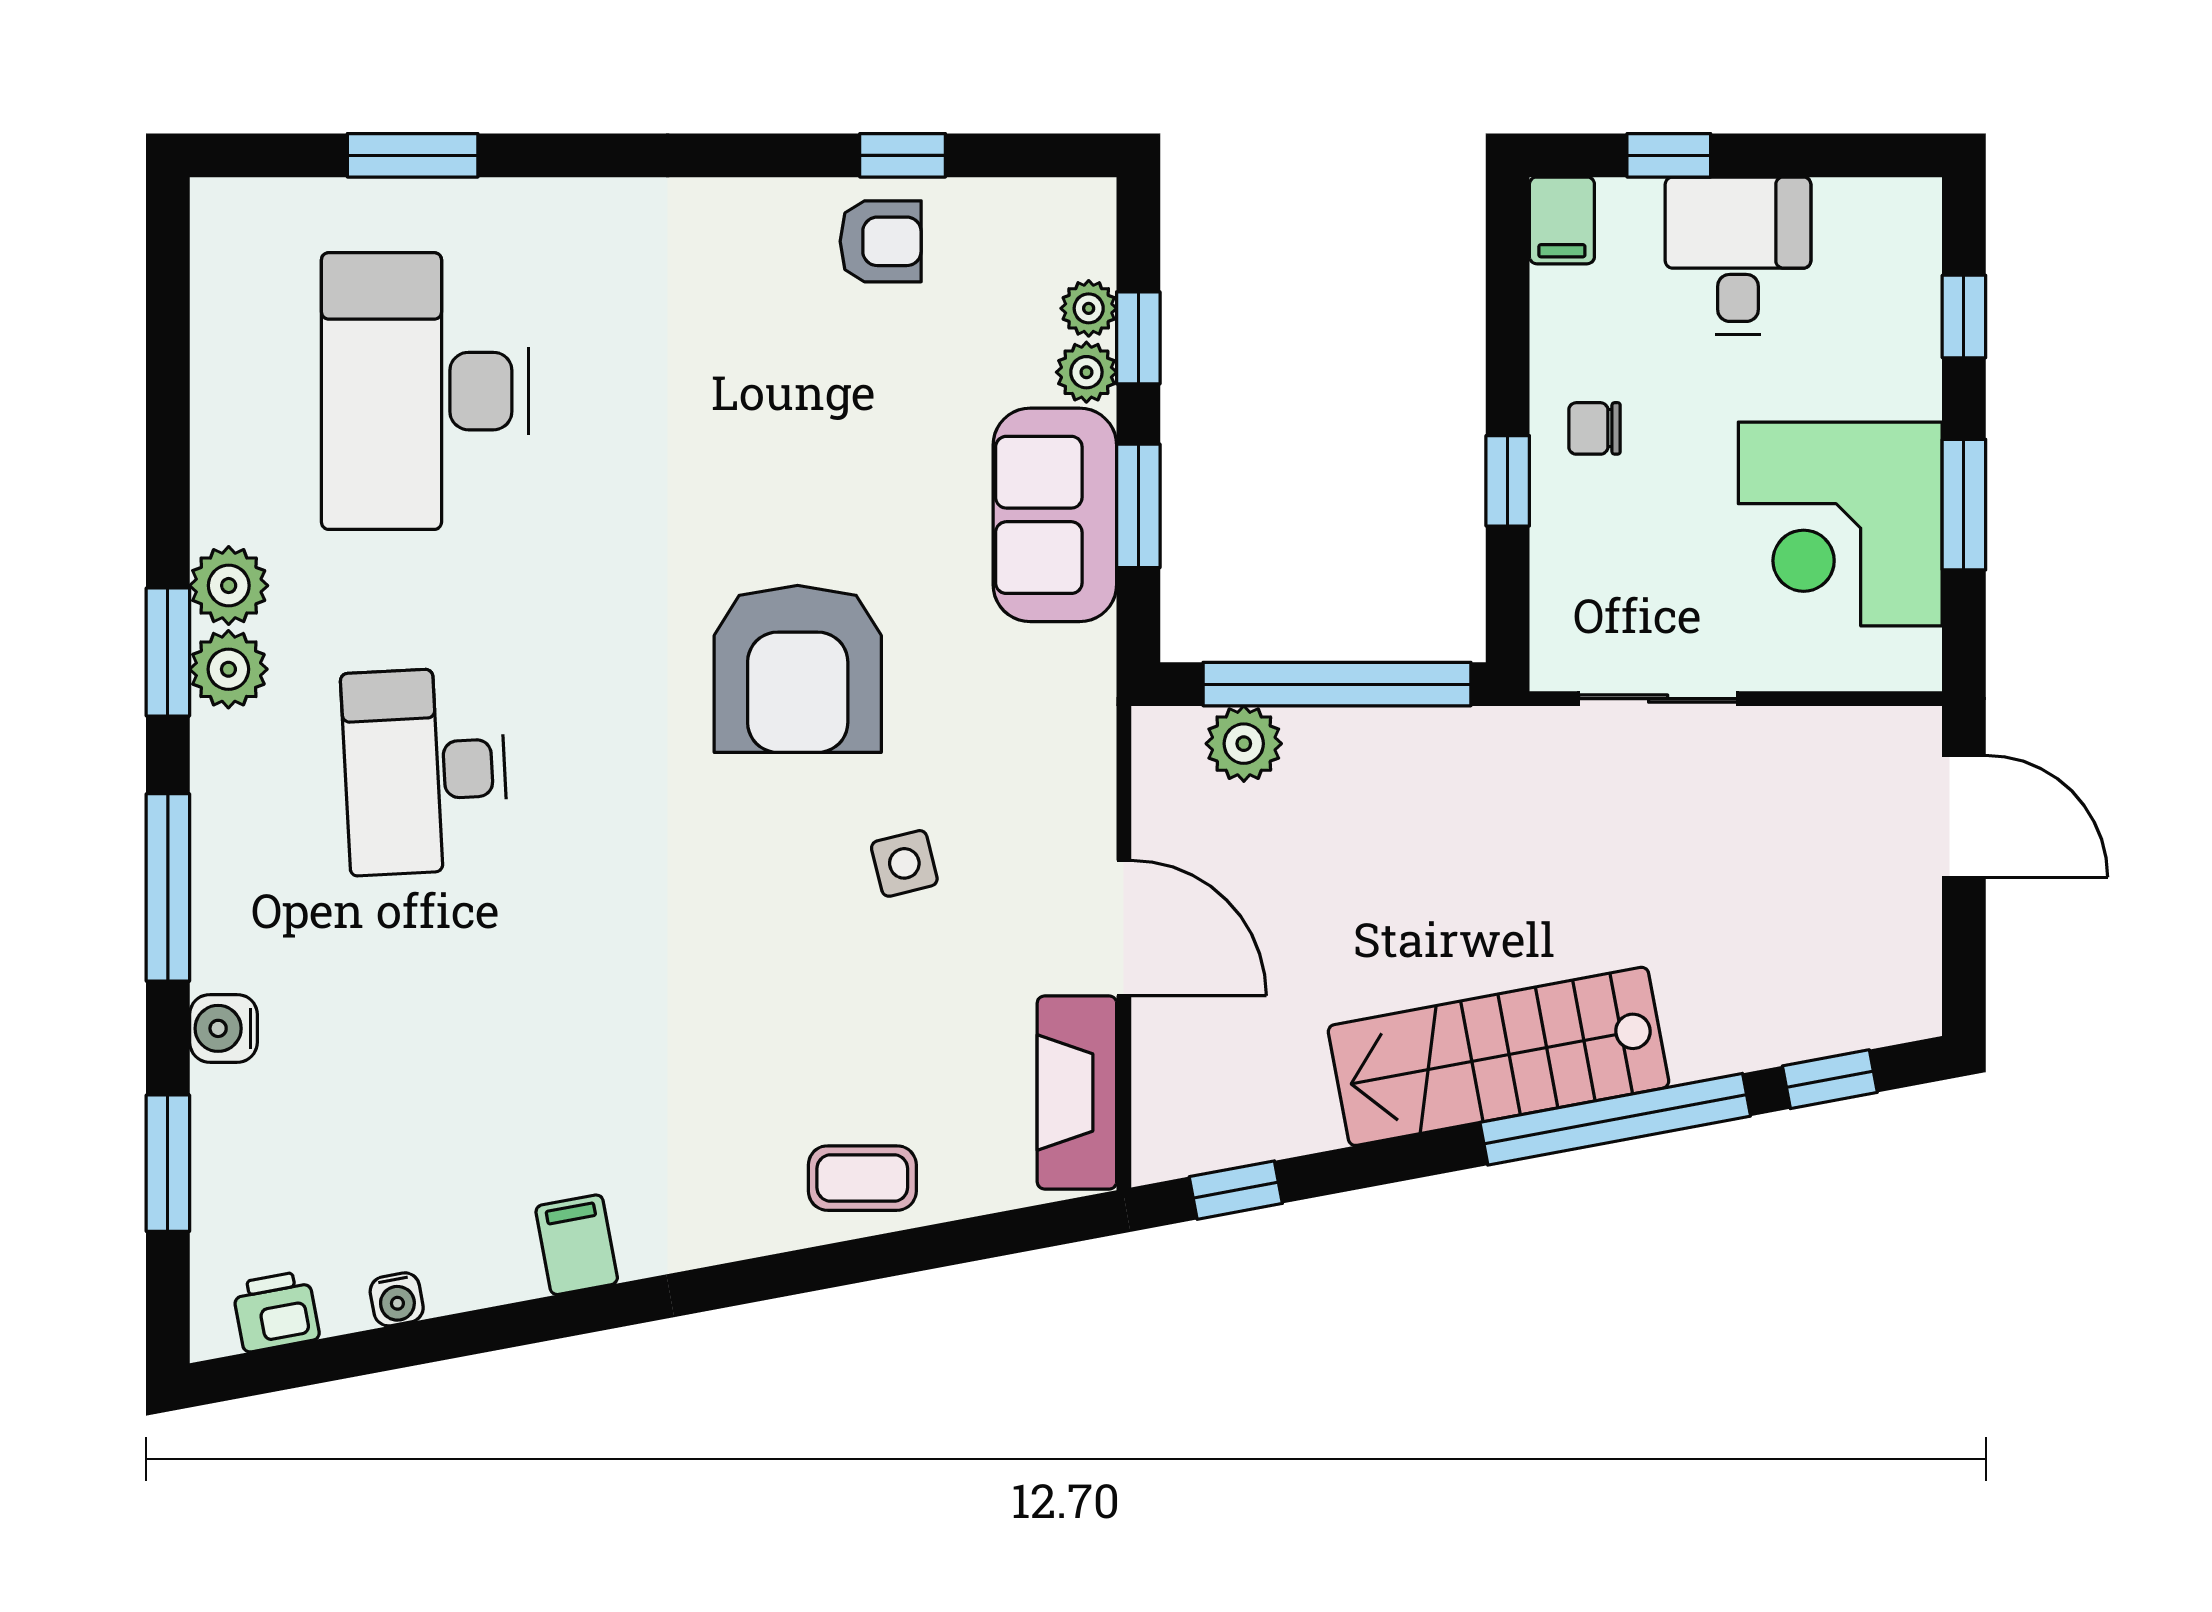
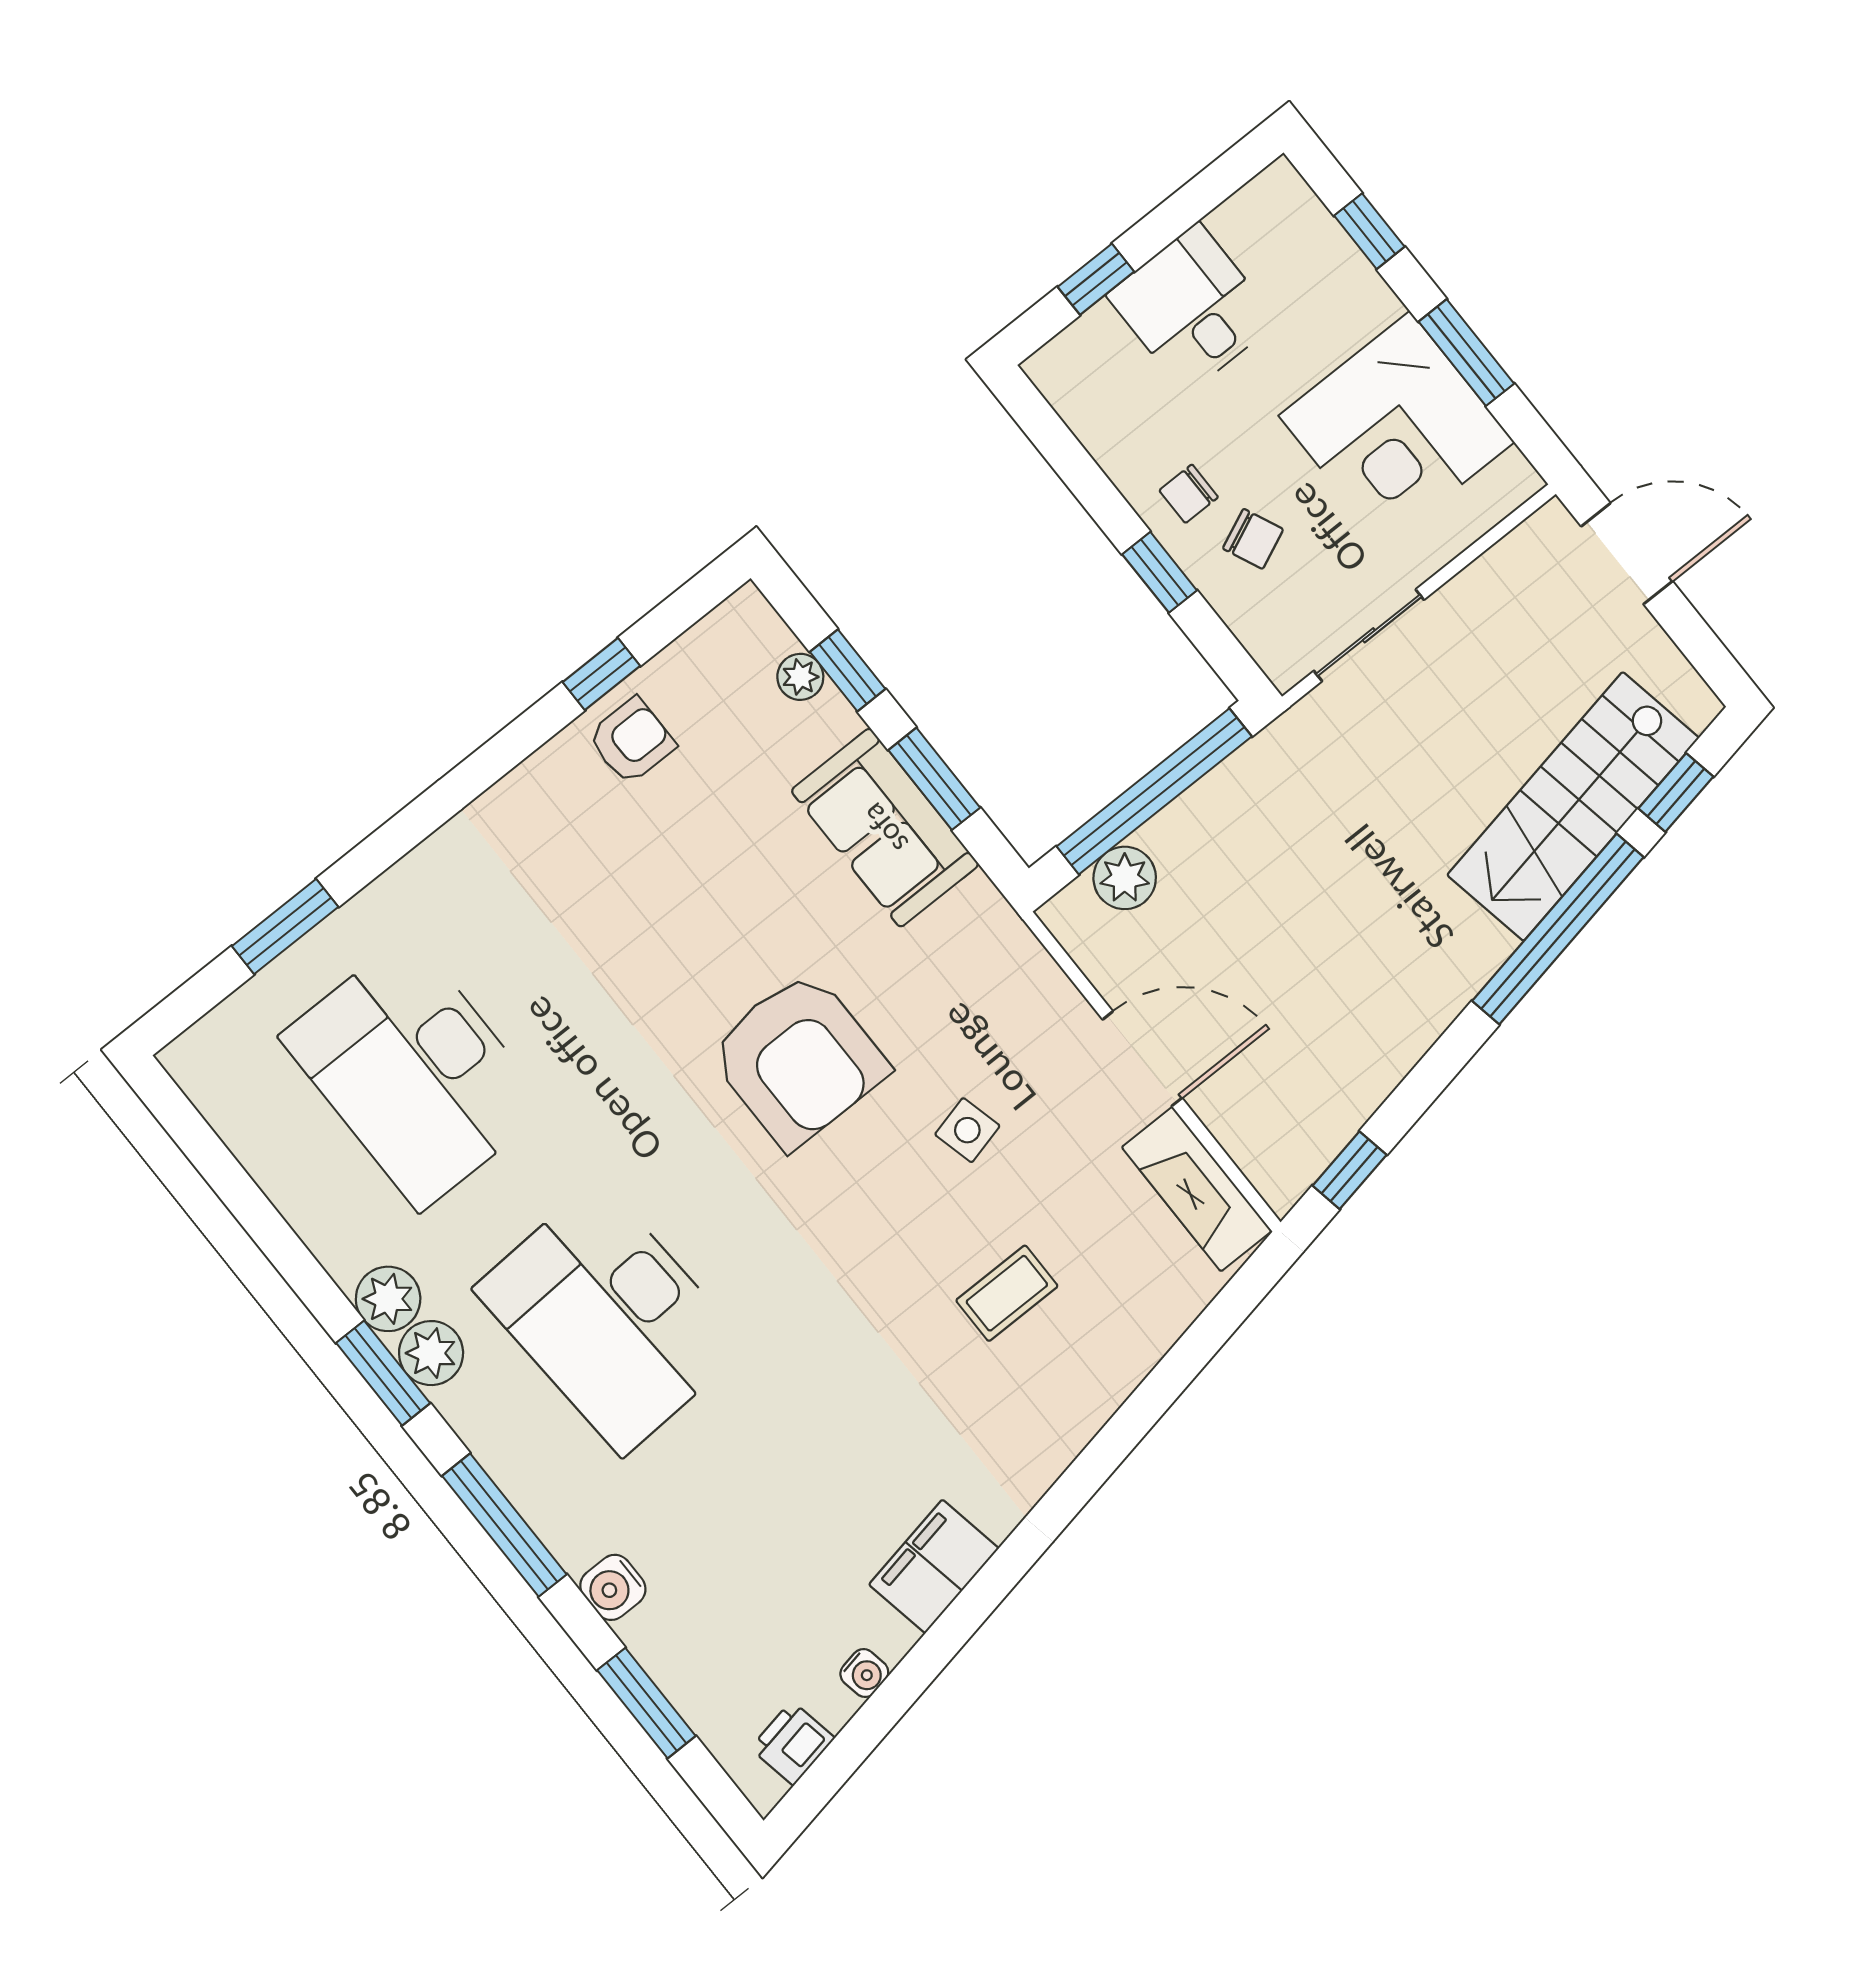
filing cabinet: (1562, 220) -> (1060, 376), removed
plant: (1086, 372) -> (832, 719), removed
chair: (1621, 520) -> (1253, 539), added
desk: (425, 771) -> (610, 1317), width x1.36, depth x1.30
stairs: (1499, 1056) -> (1573, 806), moved
coffee table: (862, 1178) -> (1007, 1293), moved
filing cabinet: (577, 1245) -> (934, 1566), width x2.00

